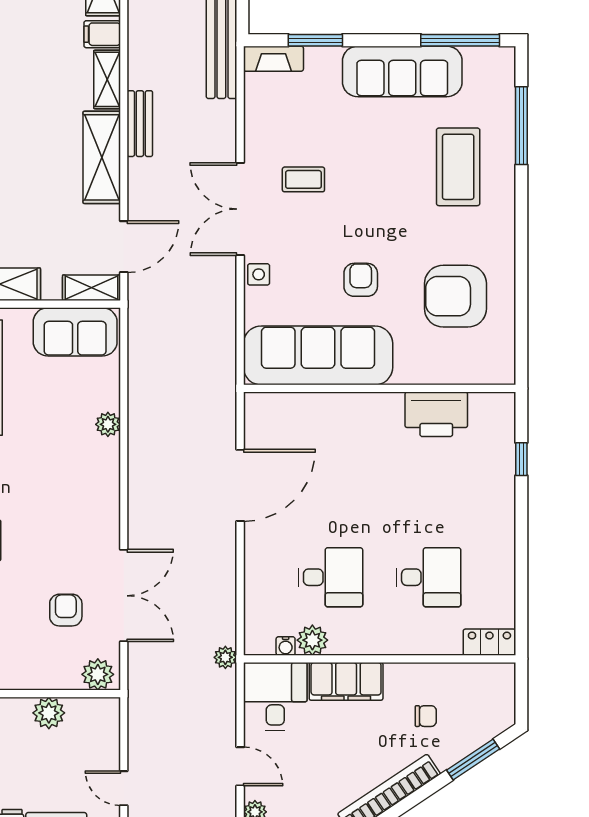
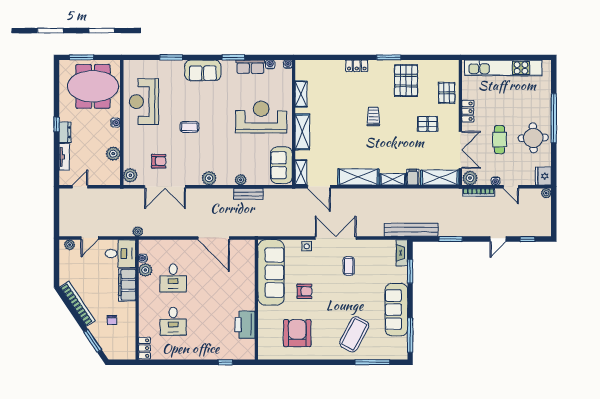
bench: (140, 124) -> (248, 194), moved
coffee table: (458, 167) -> (354, 334), turned -62
plant: (104, 496) -> (209, 178), added

